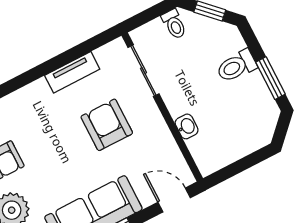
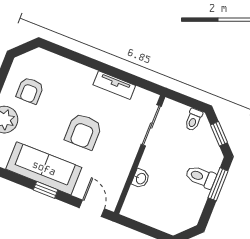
window: (270, 78) -> (218, 184), moved
armchair: (107, 125) -> (83, 131), moved, turned 180

